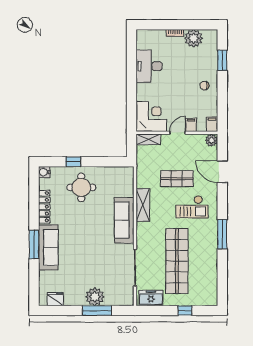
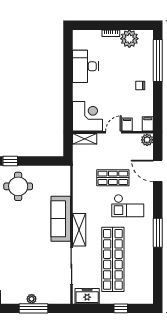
window: (222, 60) -> (158, 61), width x2.11
shelving: (143, 205) -> (79, 230), moved
plant: (95, 297) -> (32, 299), width x0.53, depth x0.53

